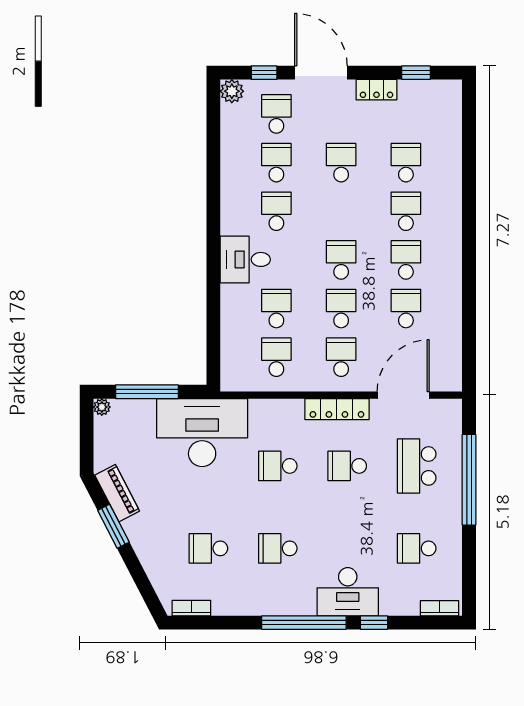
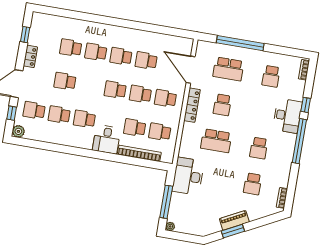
bookcase: (229, 325) -> (139, 153), added
desk: (202, 433) -> (188, 176), width x0.73, depth x0.77
school desk: (278, 466) -> (216, 141), width x1.85
piano: (117, 493) -> (234, 220), moved

